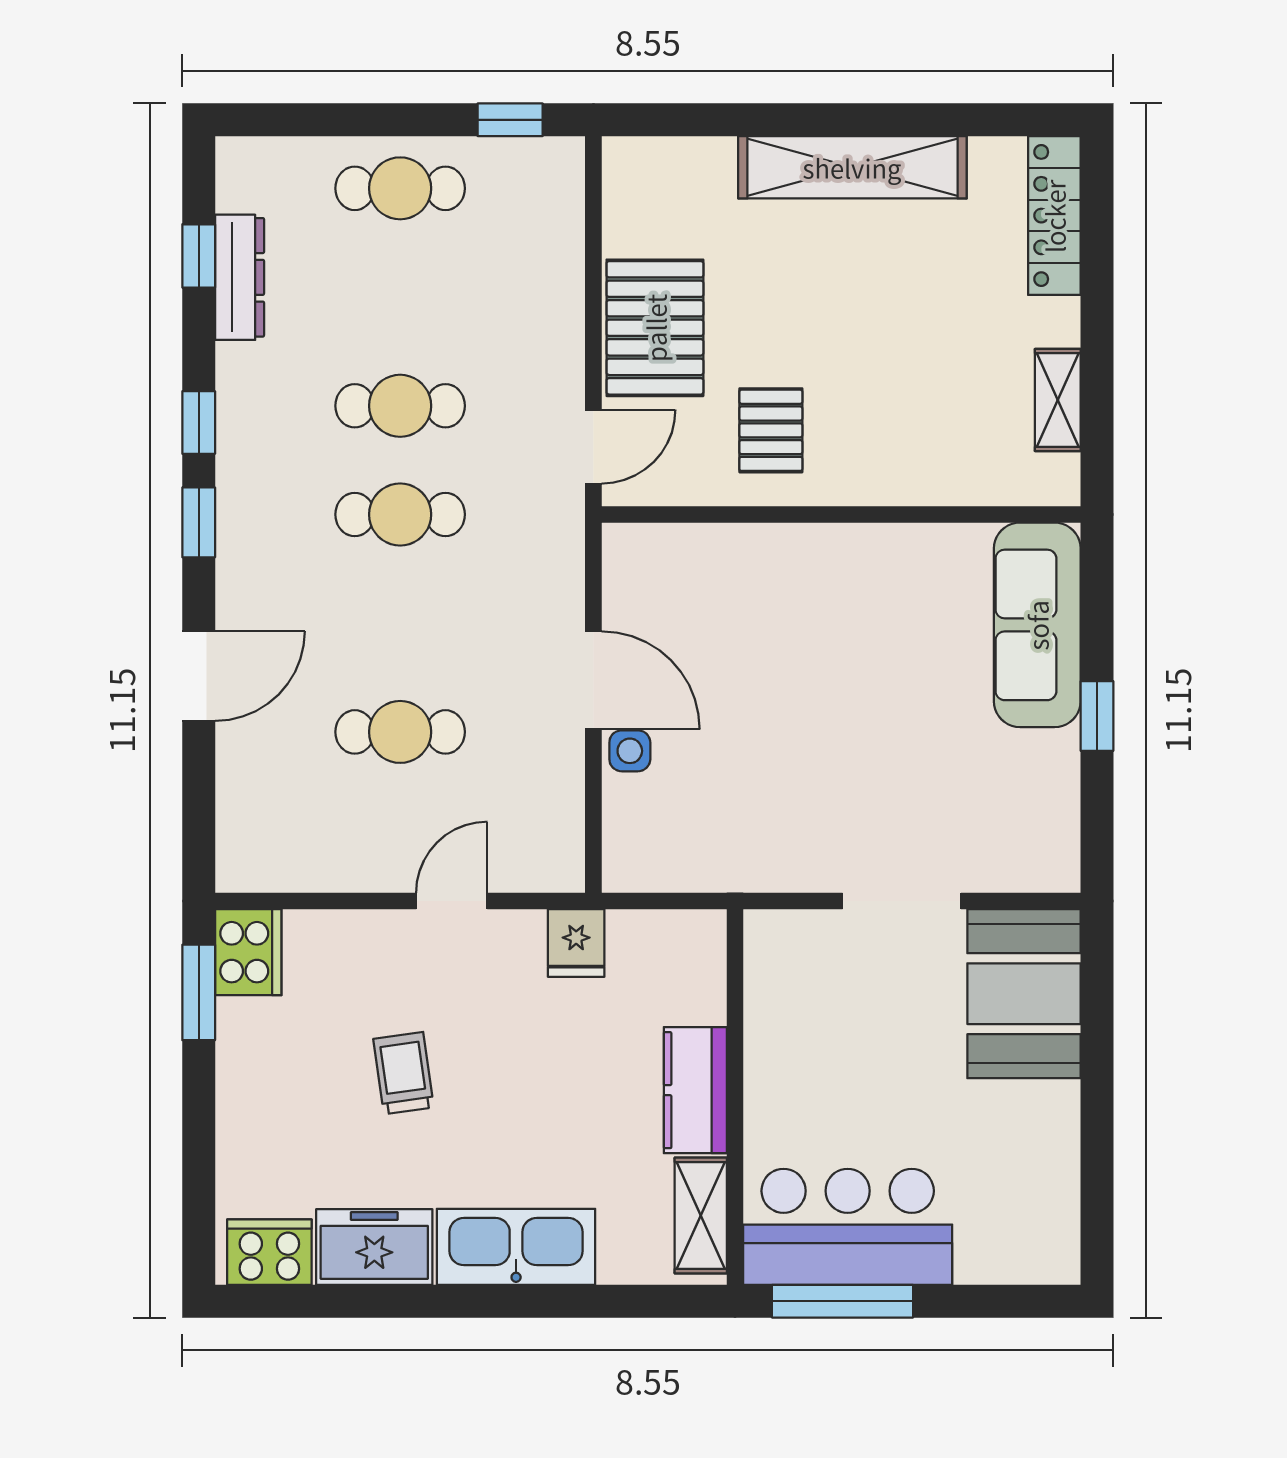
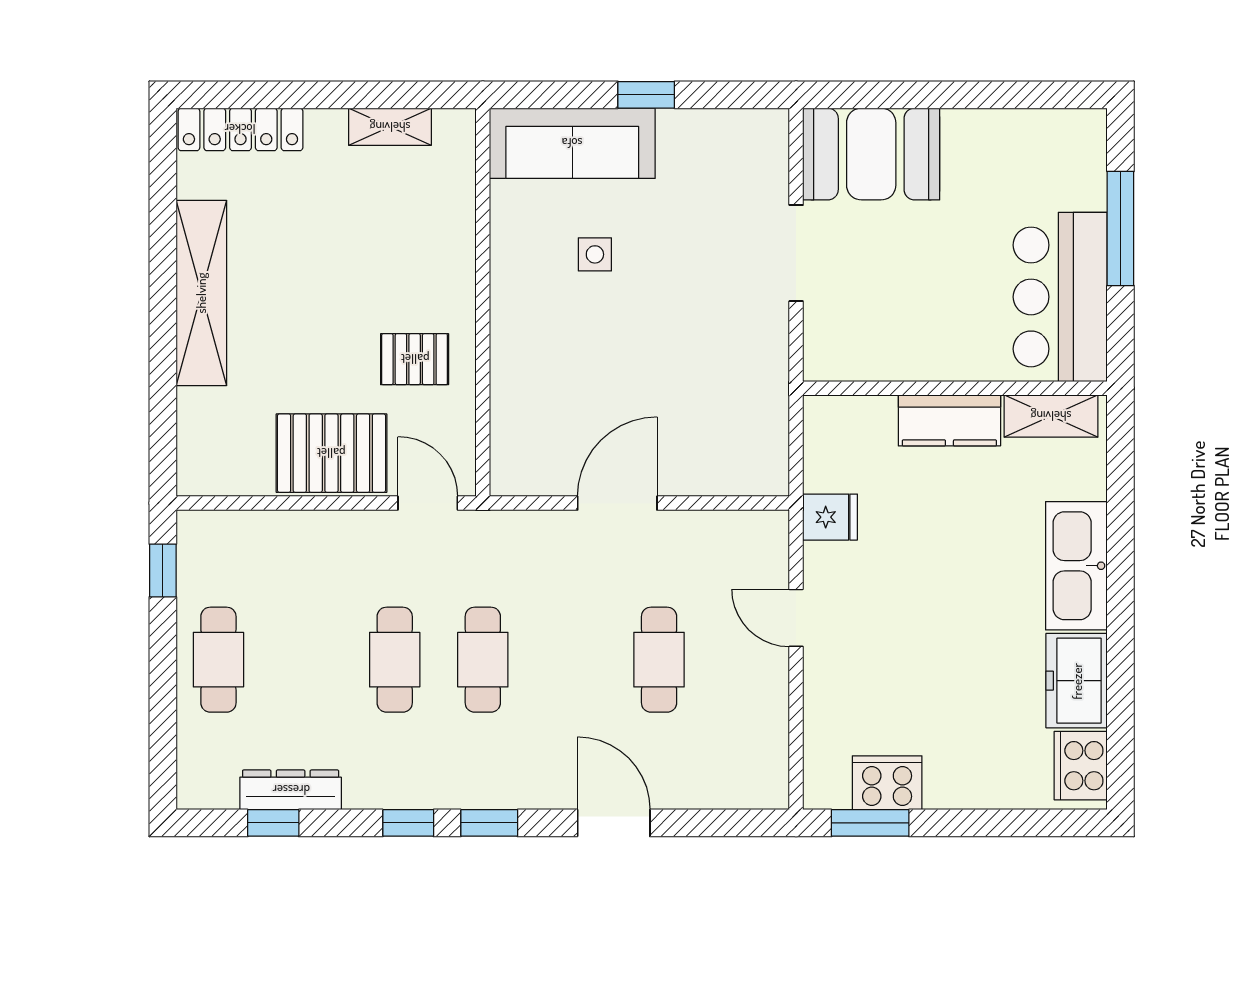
side table: (630, 751) -> (595, 254), moved
cooker: (248, 952) -> (887, 783), moved
trolley: (403, 1073) -> (936, 657), removed
window: (843, 1301) -> (1120, 229), moved

